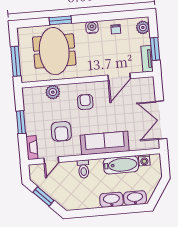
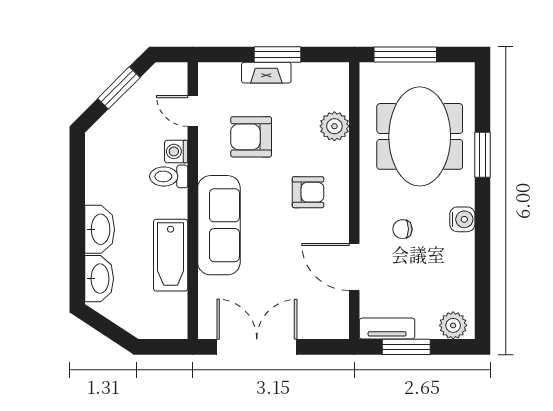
chair: (116, 29) -> (402, 229), moved
meeting table: (54, 51) -> (420, 136), turned 90
fireplace: (32, 148) -> (266, 73), moved
washing machine: (144, 160) -> (176, 151), moved

